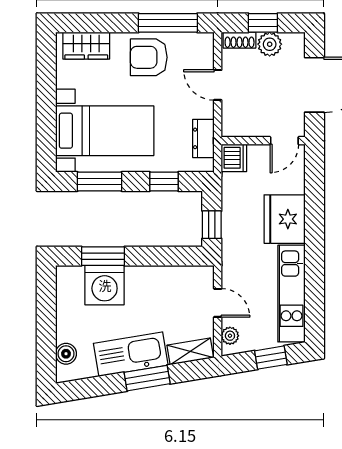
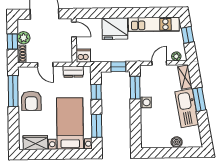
wardrobe: (86, 46) -> (35, 143), moved, turned -90
door: (218, 85) -> (45, 65), hinge flipped
window: (103, 256) -> (135, 88), moved
washing machine: (105, 285) -> (146, 102), moved, width x0.53, depth x0.53
boiler: (66, 354) -> (177, 142), moved

